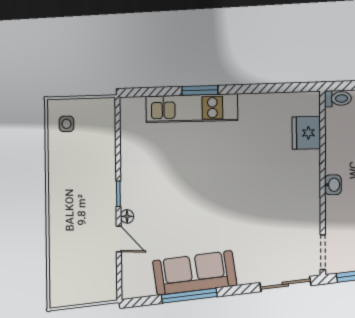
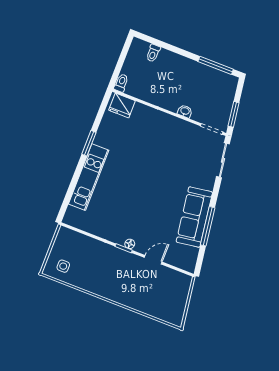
window: (200, 90) -> (89, 143), moved
fridge: (306, 133) -> (122, 105), moved
washbasin: (333, 185) -> (185, 111), moved
floor lamp: (127, 216) -> (130, 244), moved

